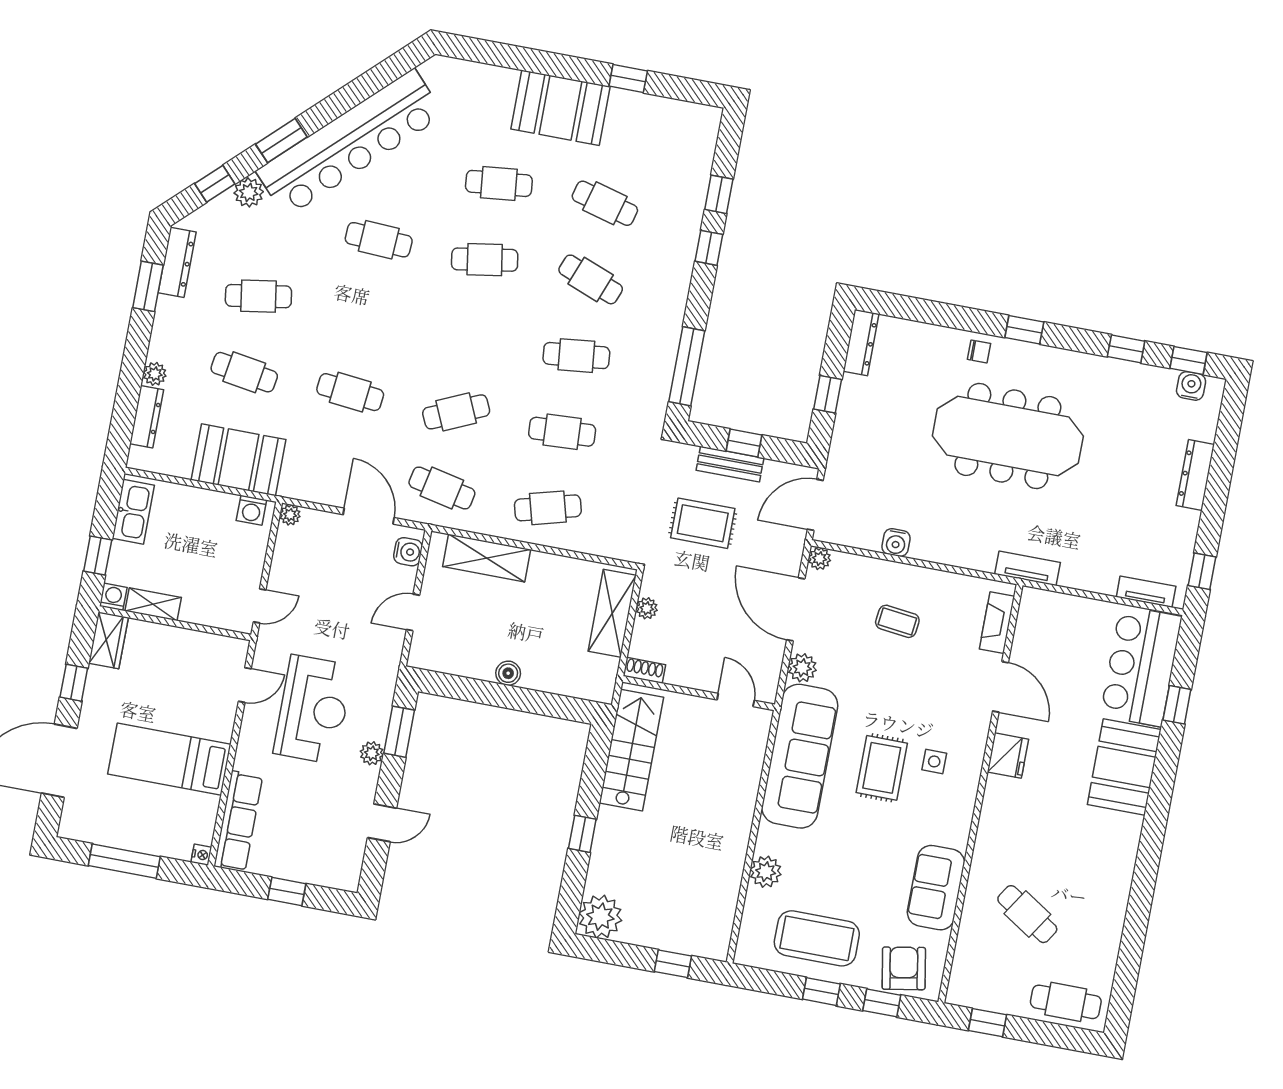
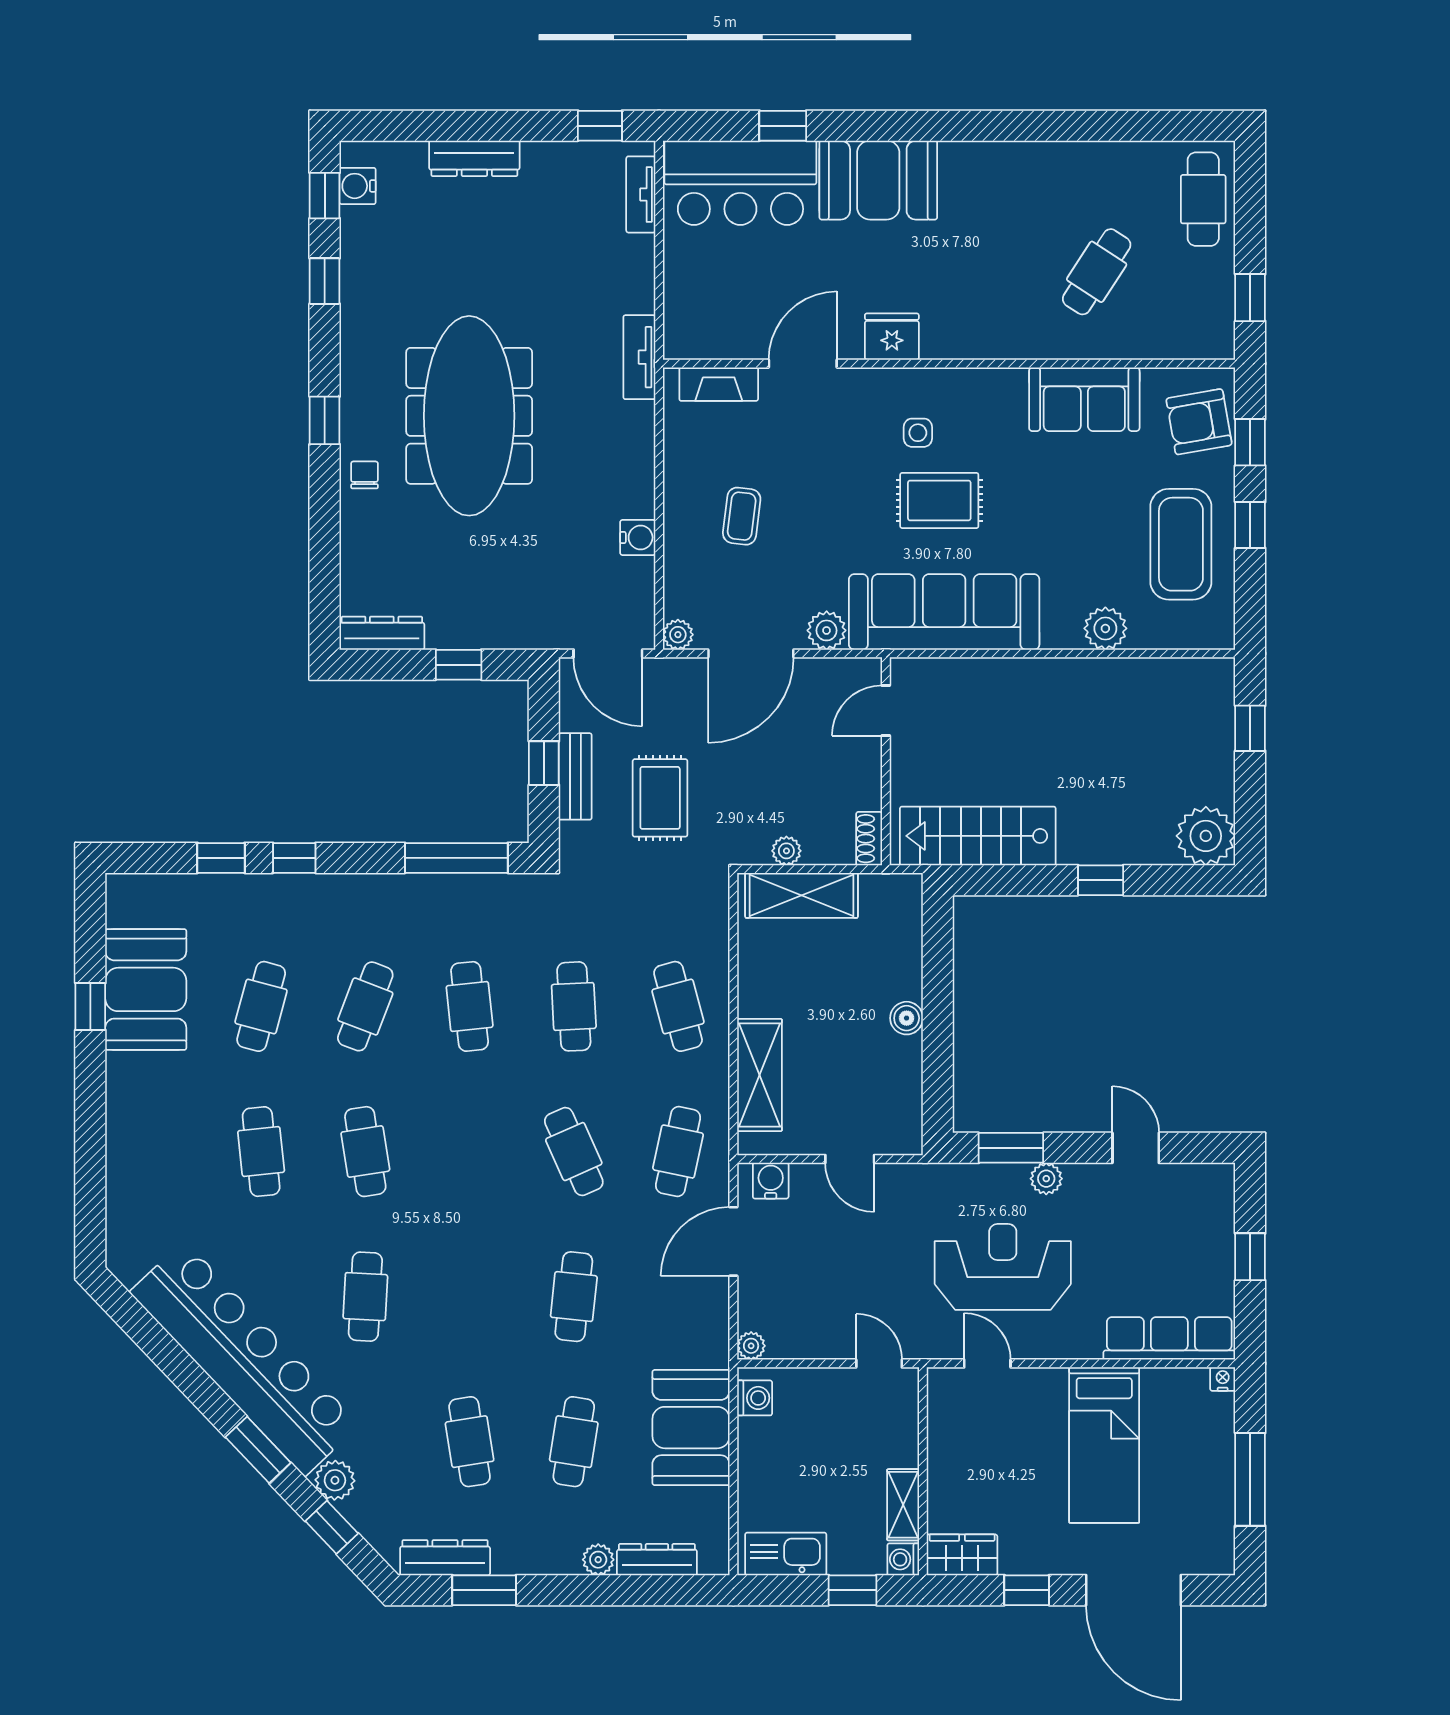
booth: (561, 108) -> (146, 989), moved

